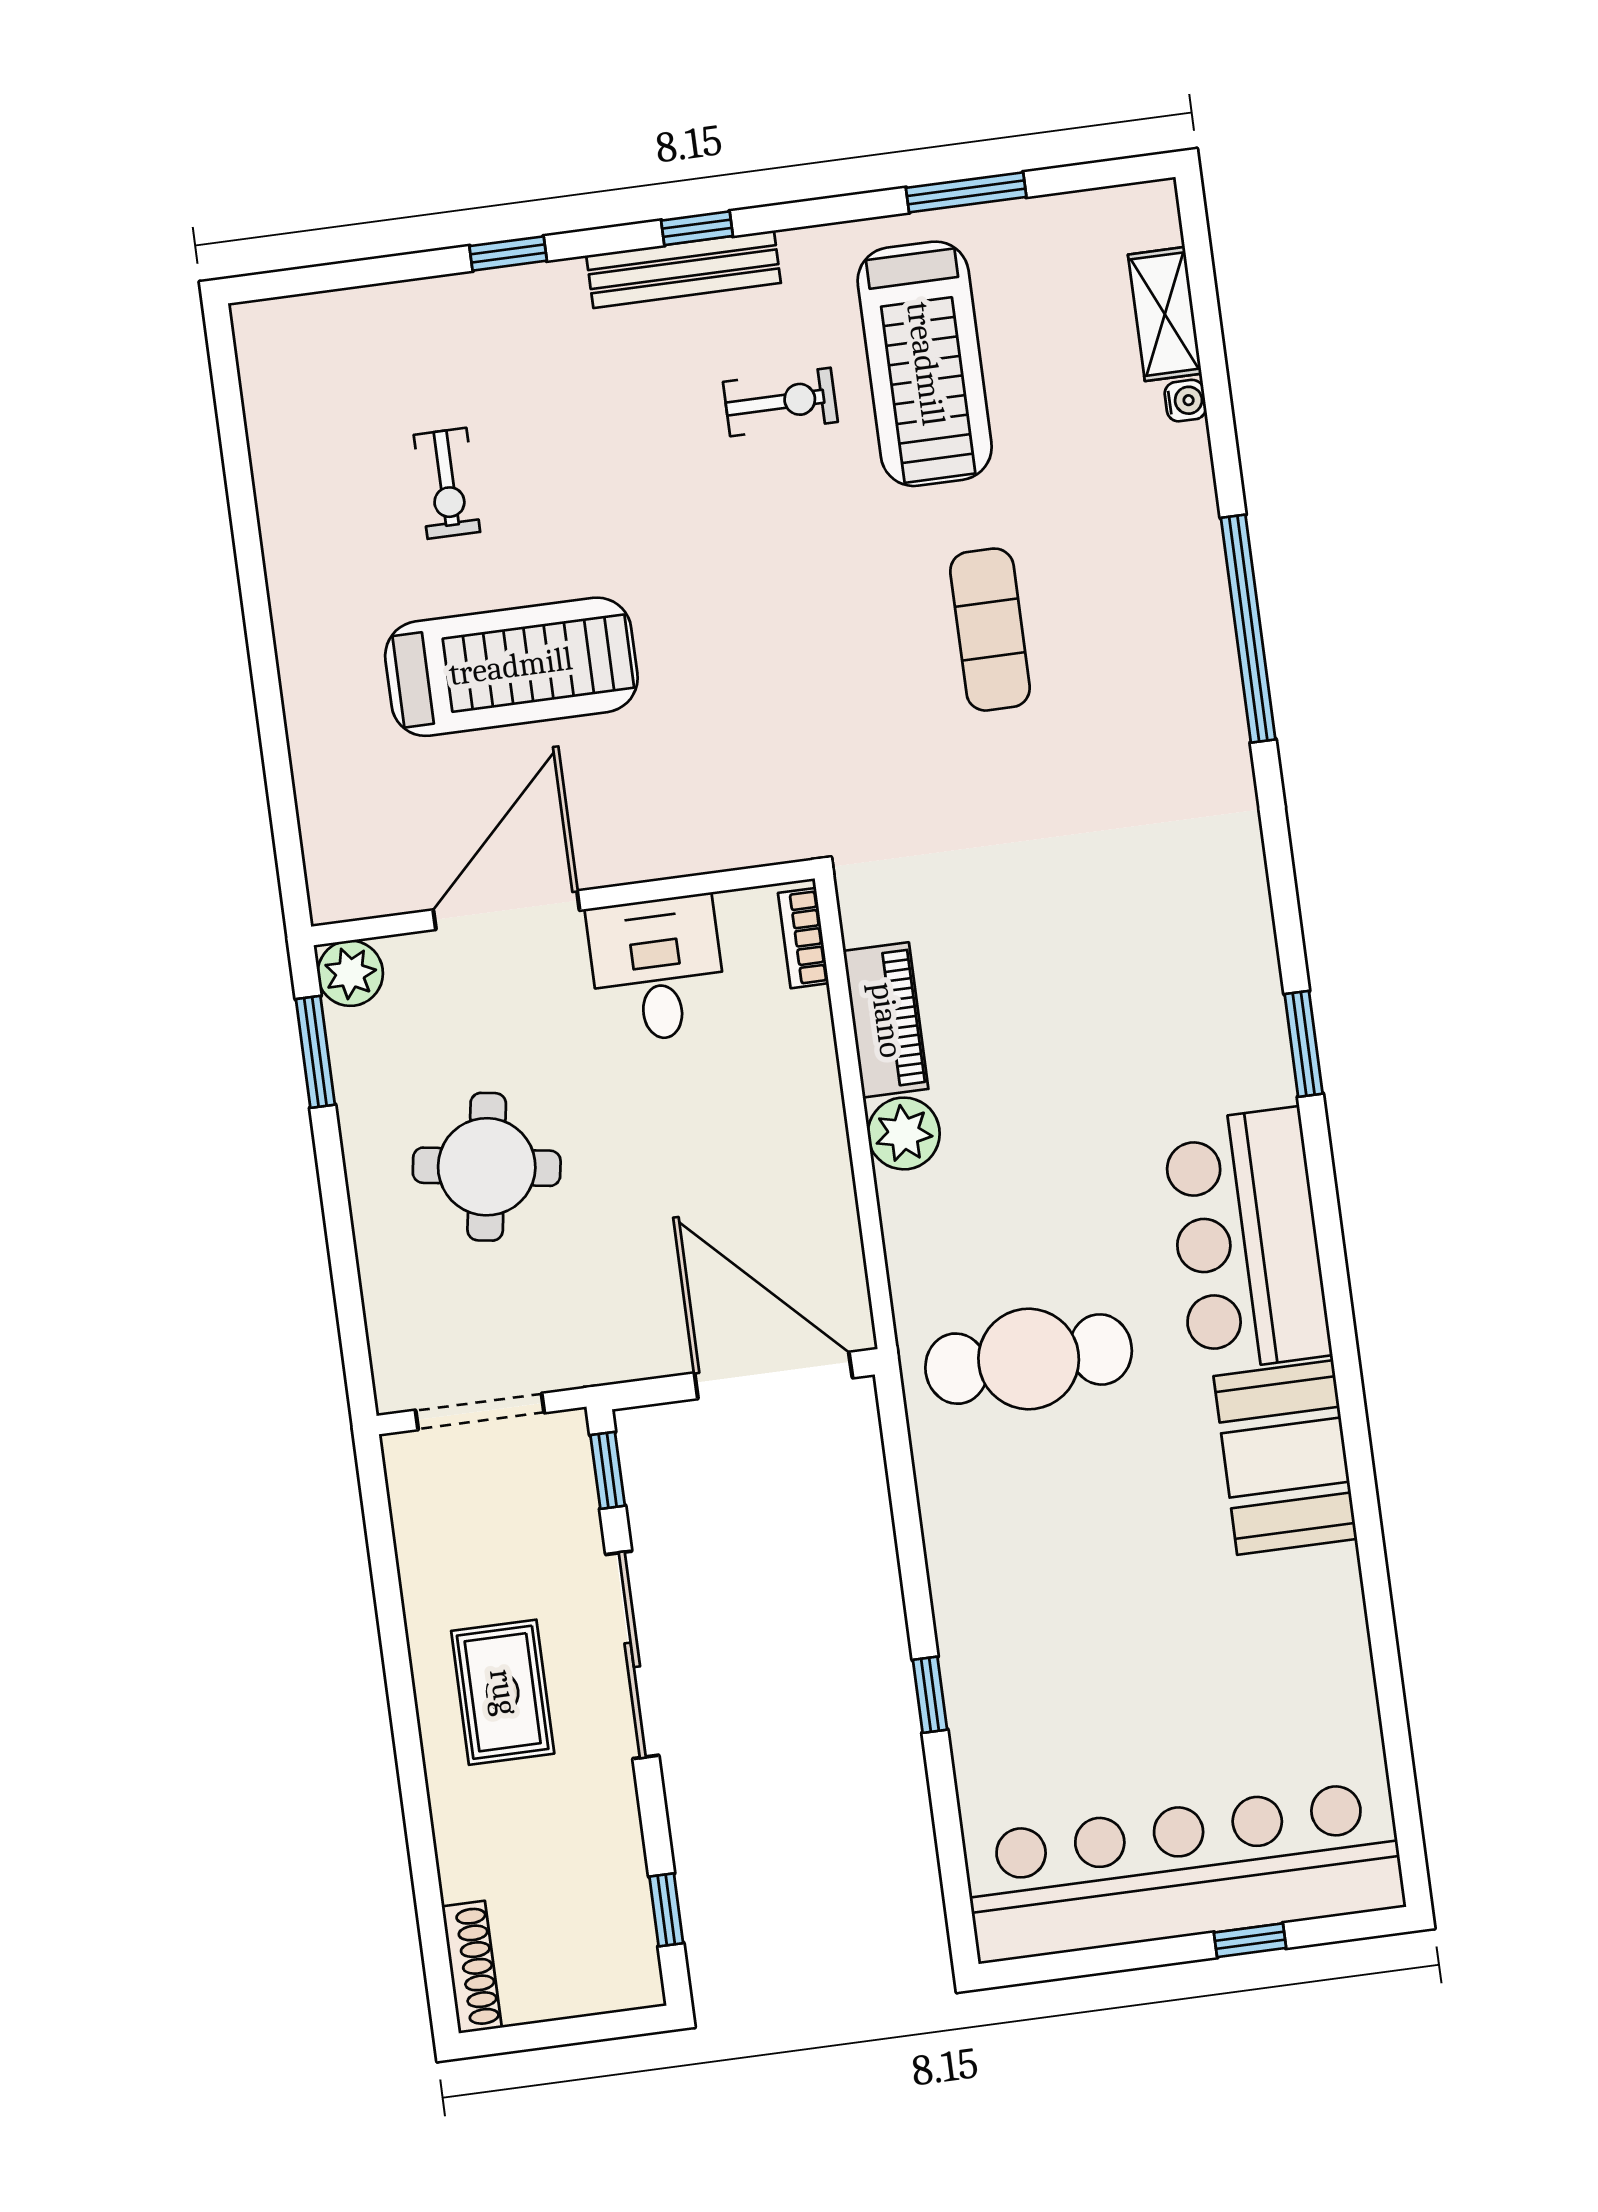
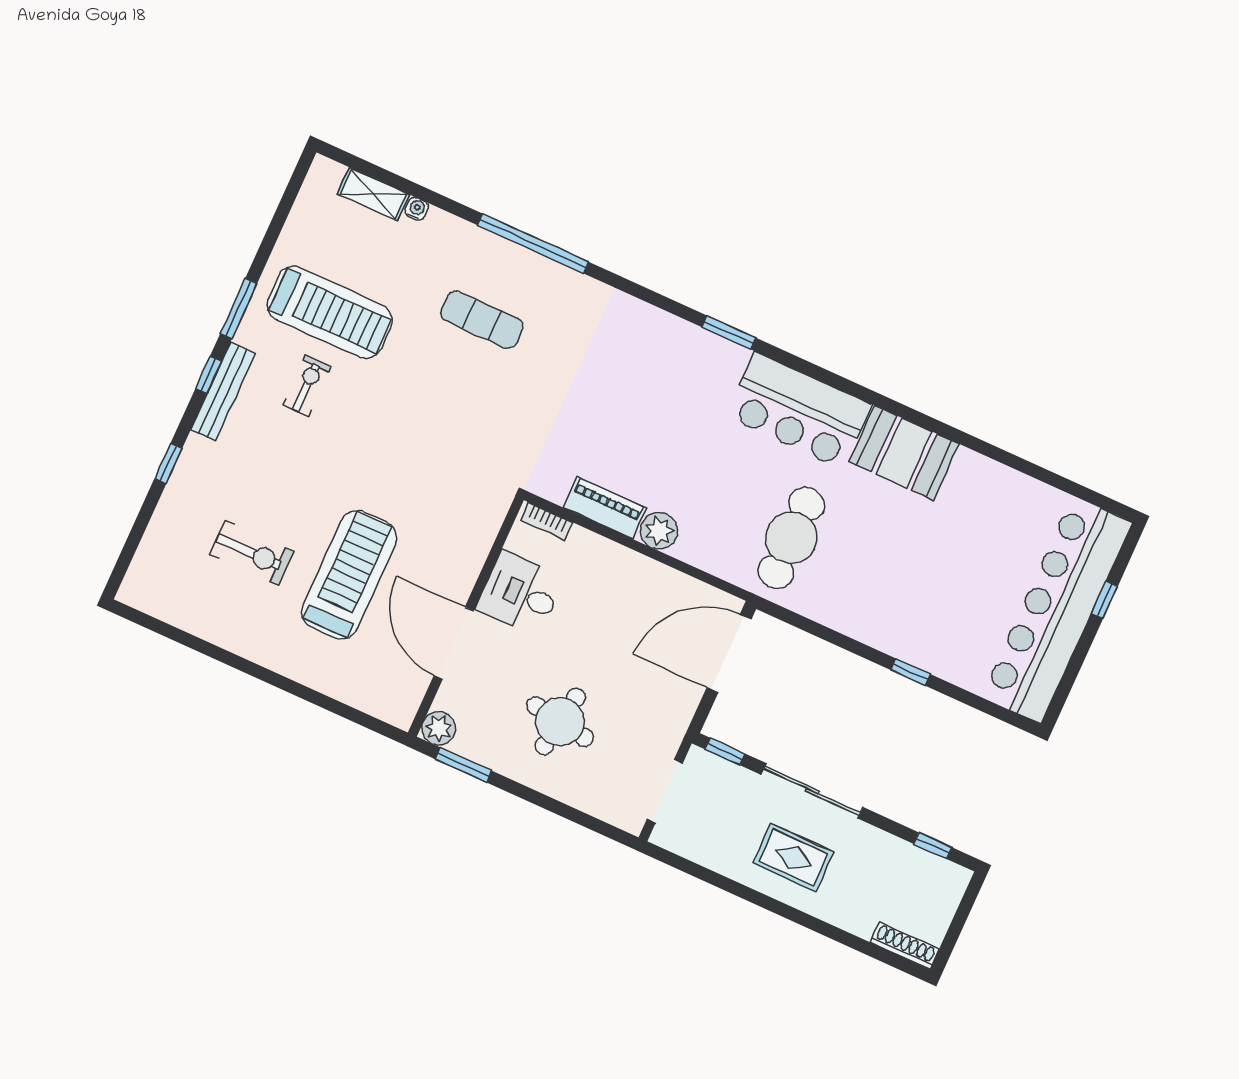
window: (966, 192) -> (239, 308), moved
exercise bike: (447, 483) -> (252, 553), width x1.38, depth x1.39
exercise mat: (990, 630) -> (482, 320), moved

